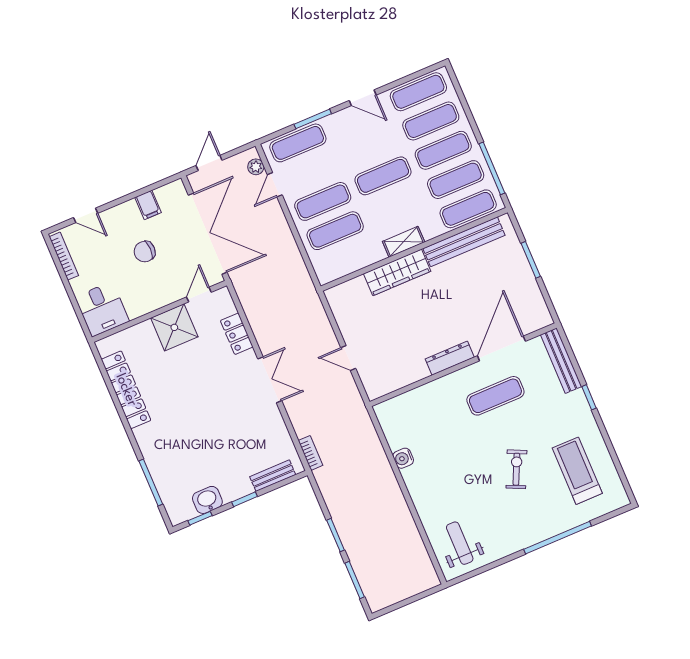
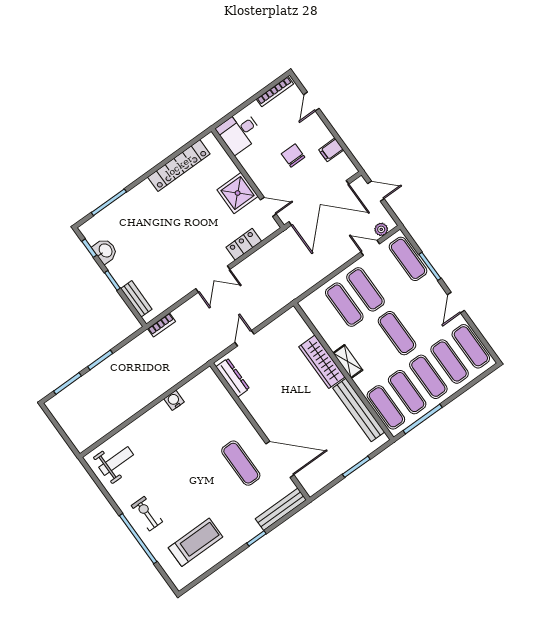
dresser: (450, 358) -> (233, 378), moved
exercise bike: (516, 469) -> (147, 514), moved, turned -115

